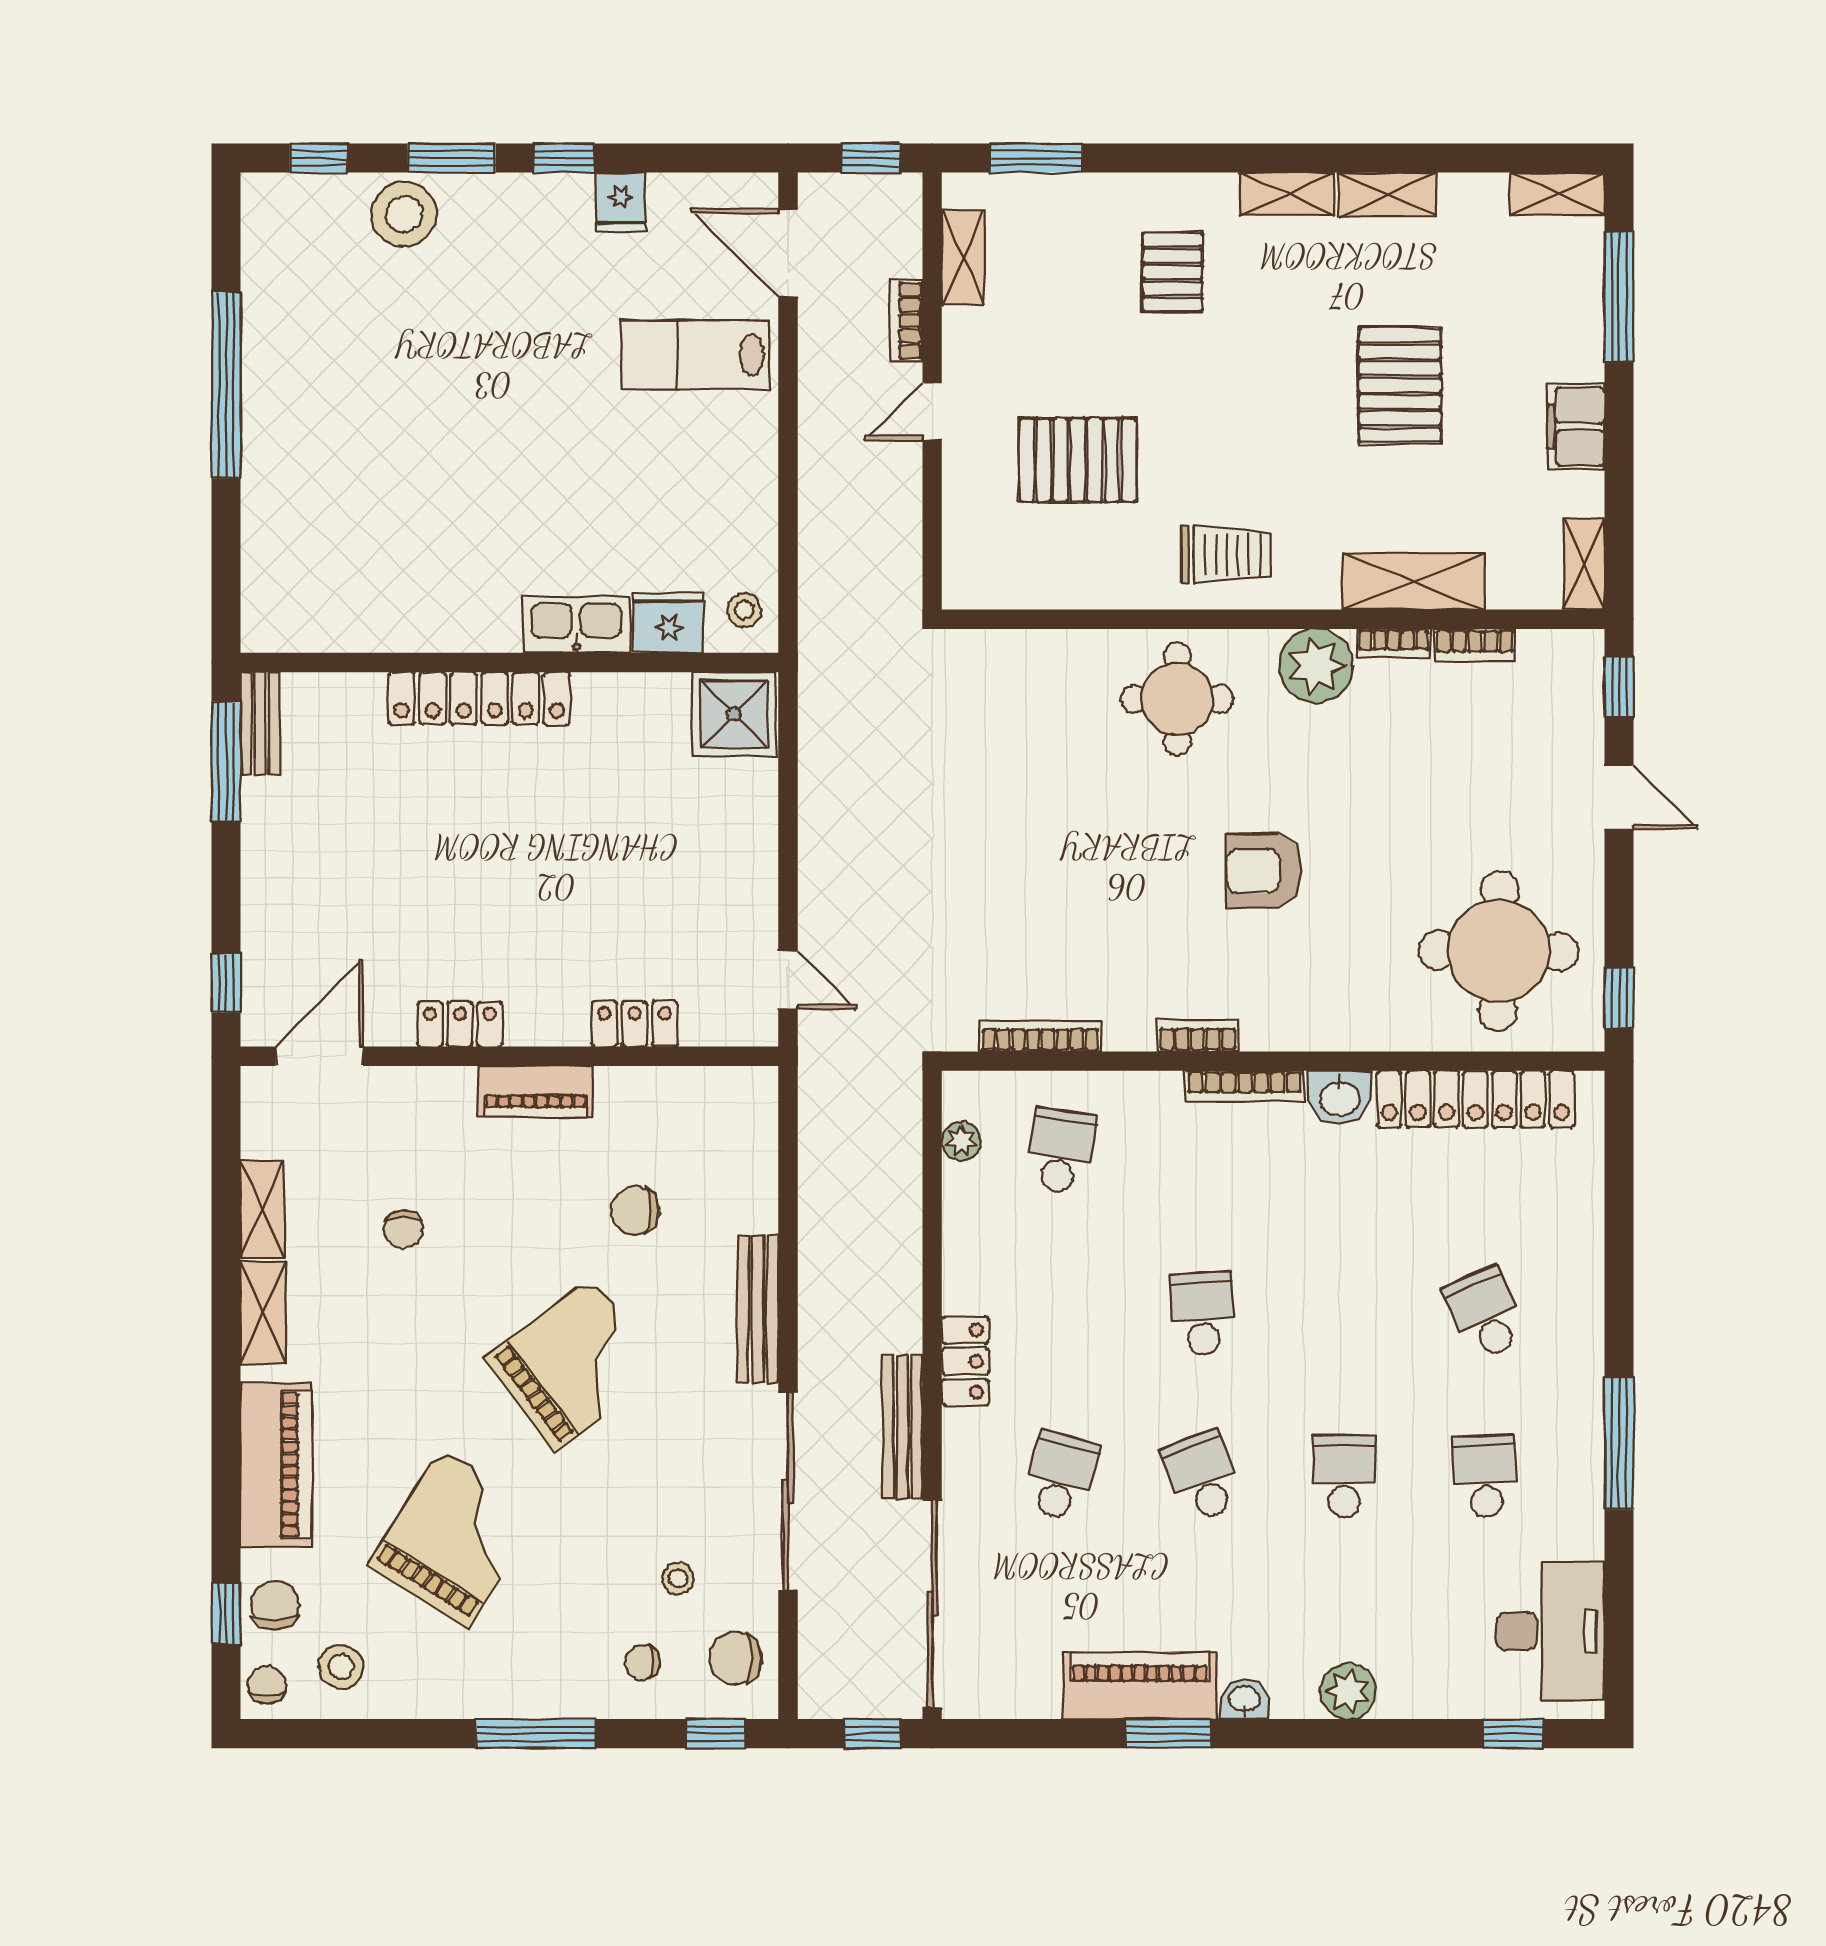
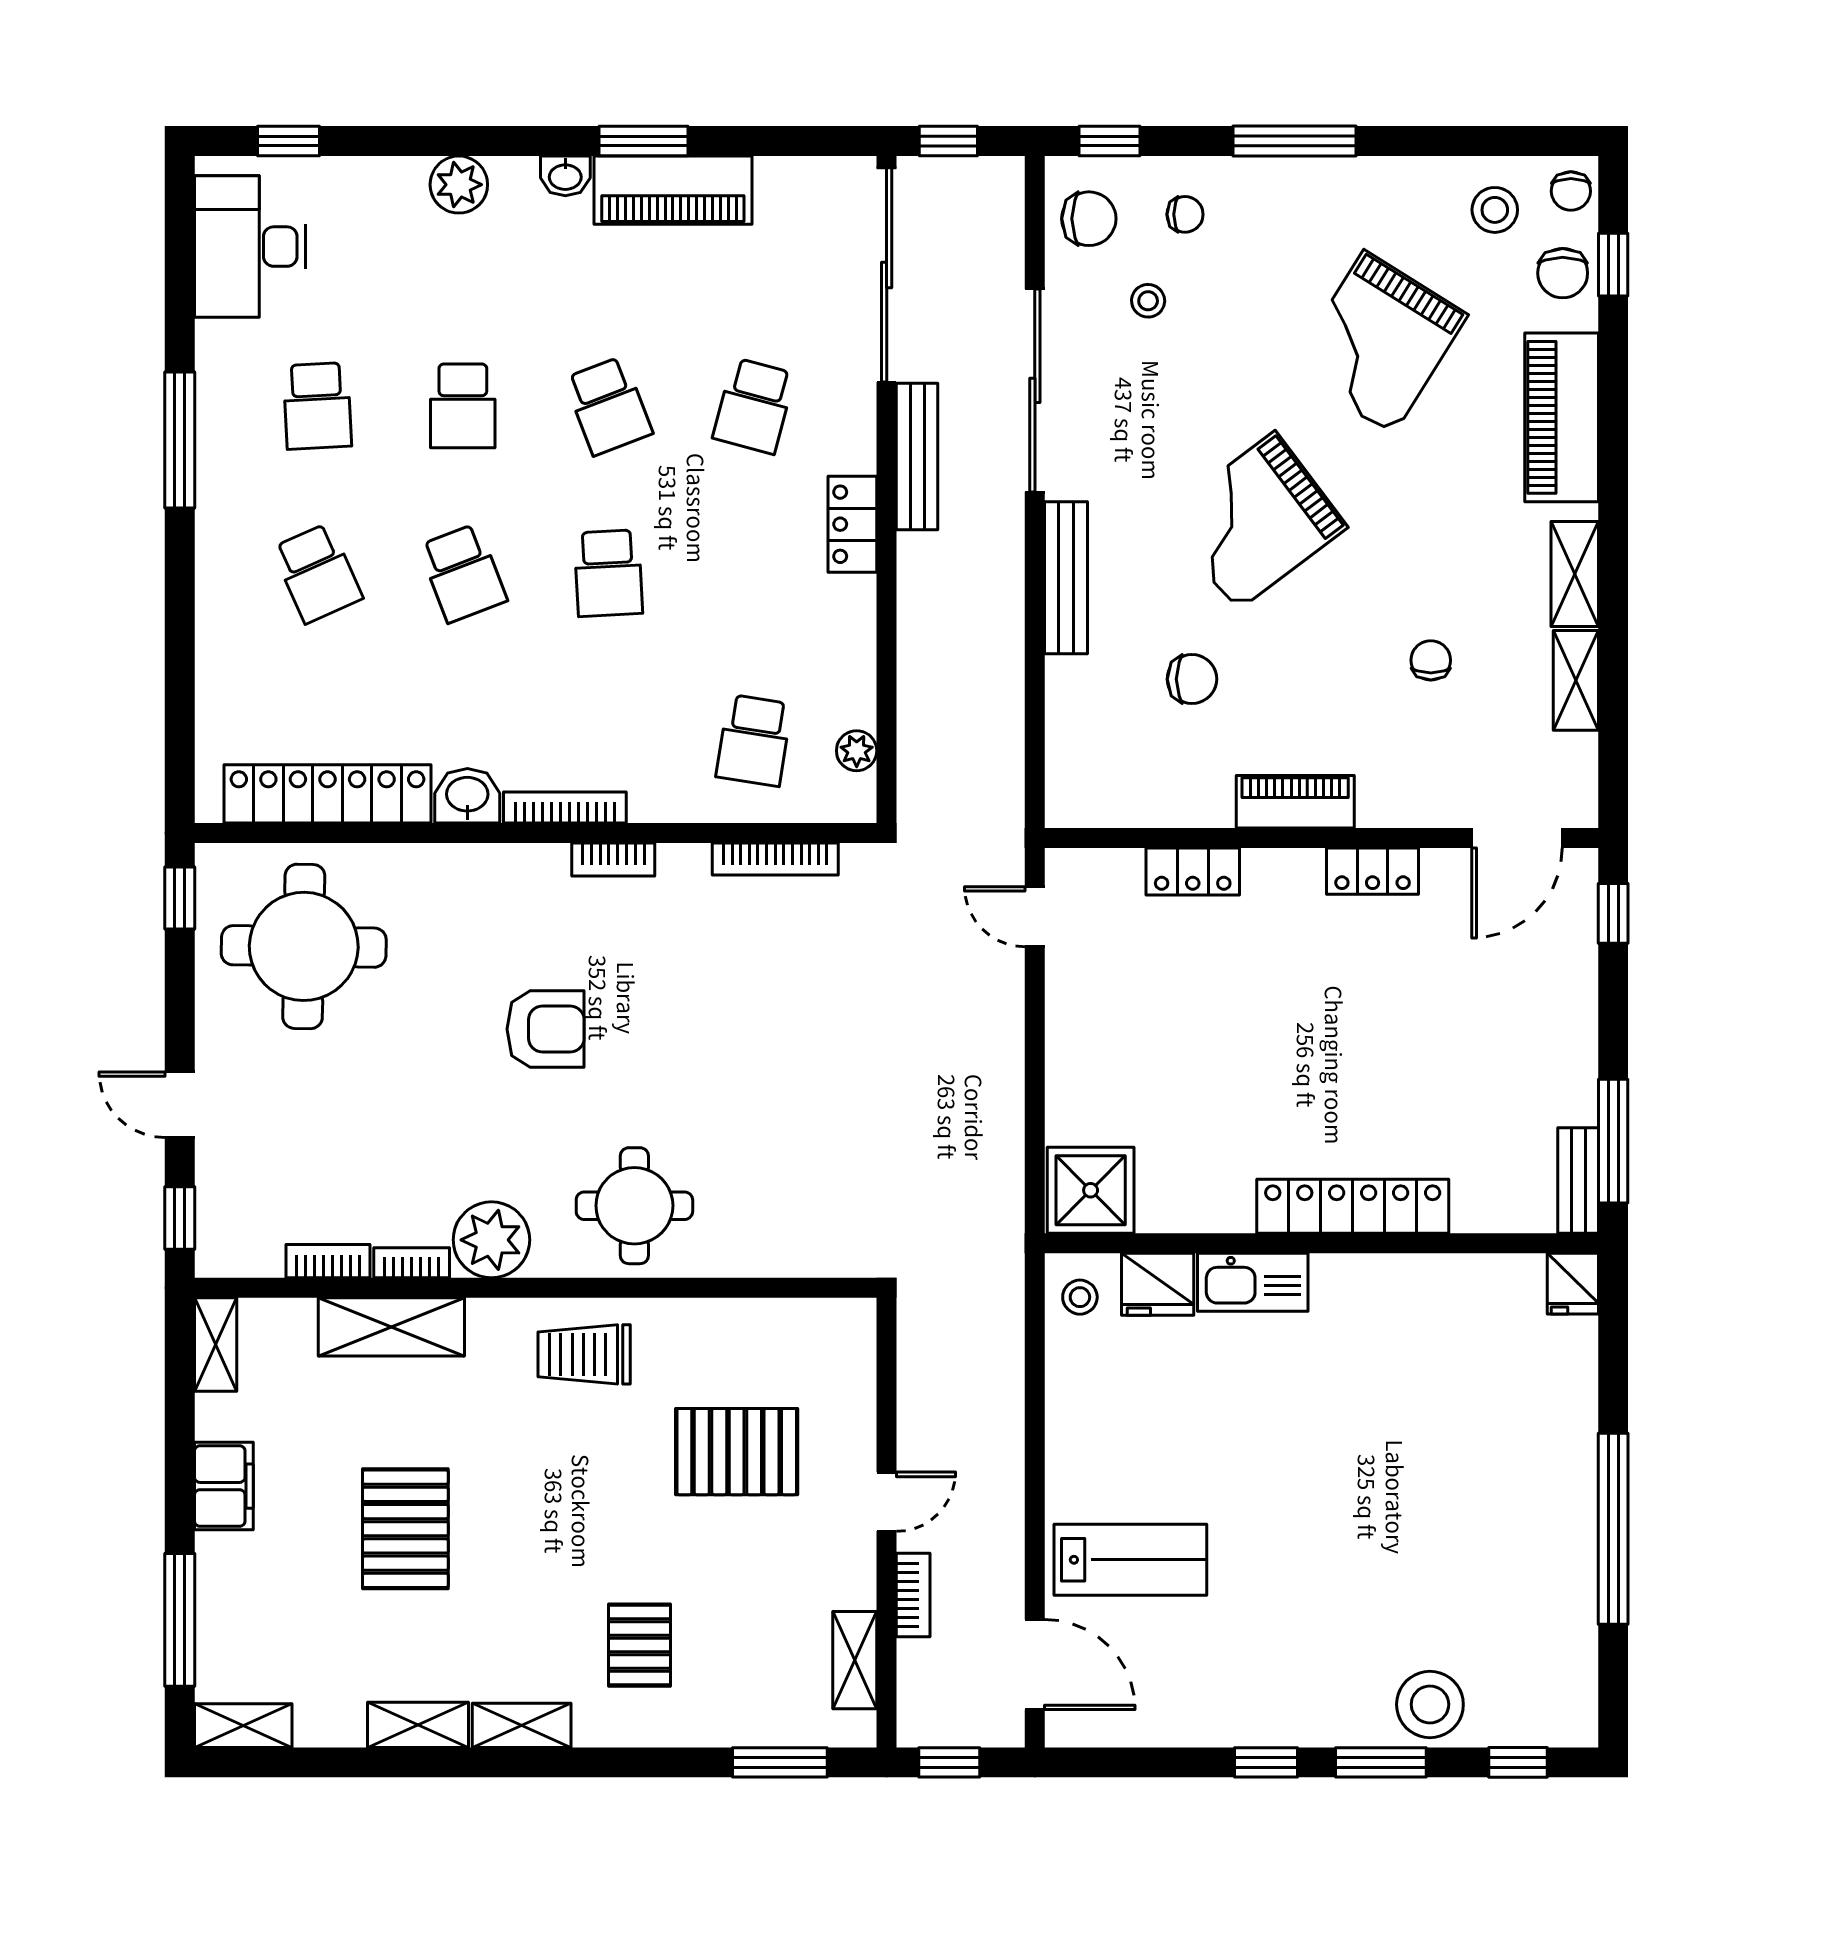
fridge: (621, 202) -> (1573, 1284), moved, turned 180
school desk: (1344, 1314) -> (463, 573), added

